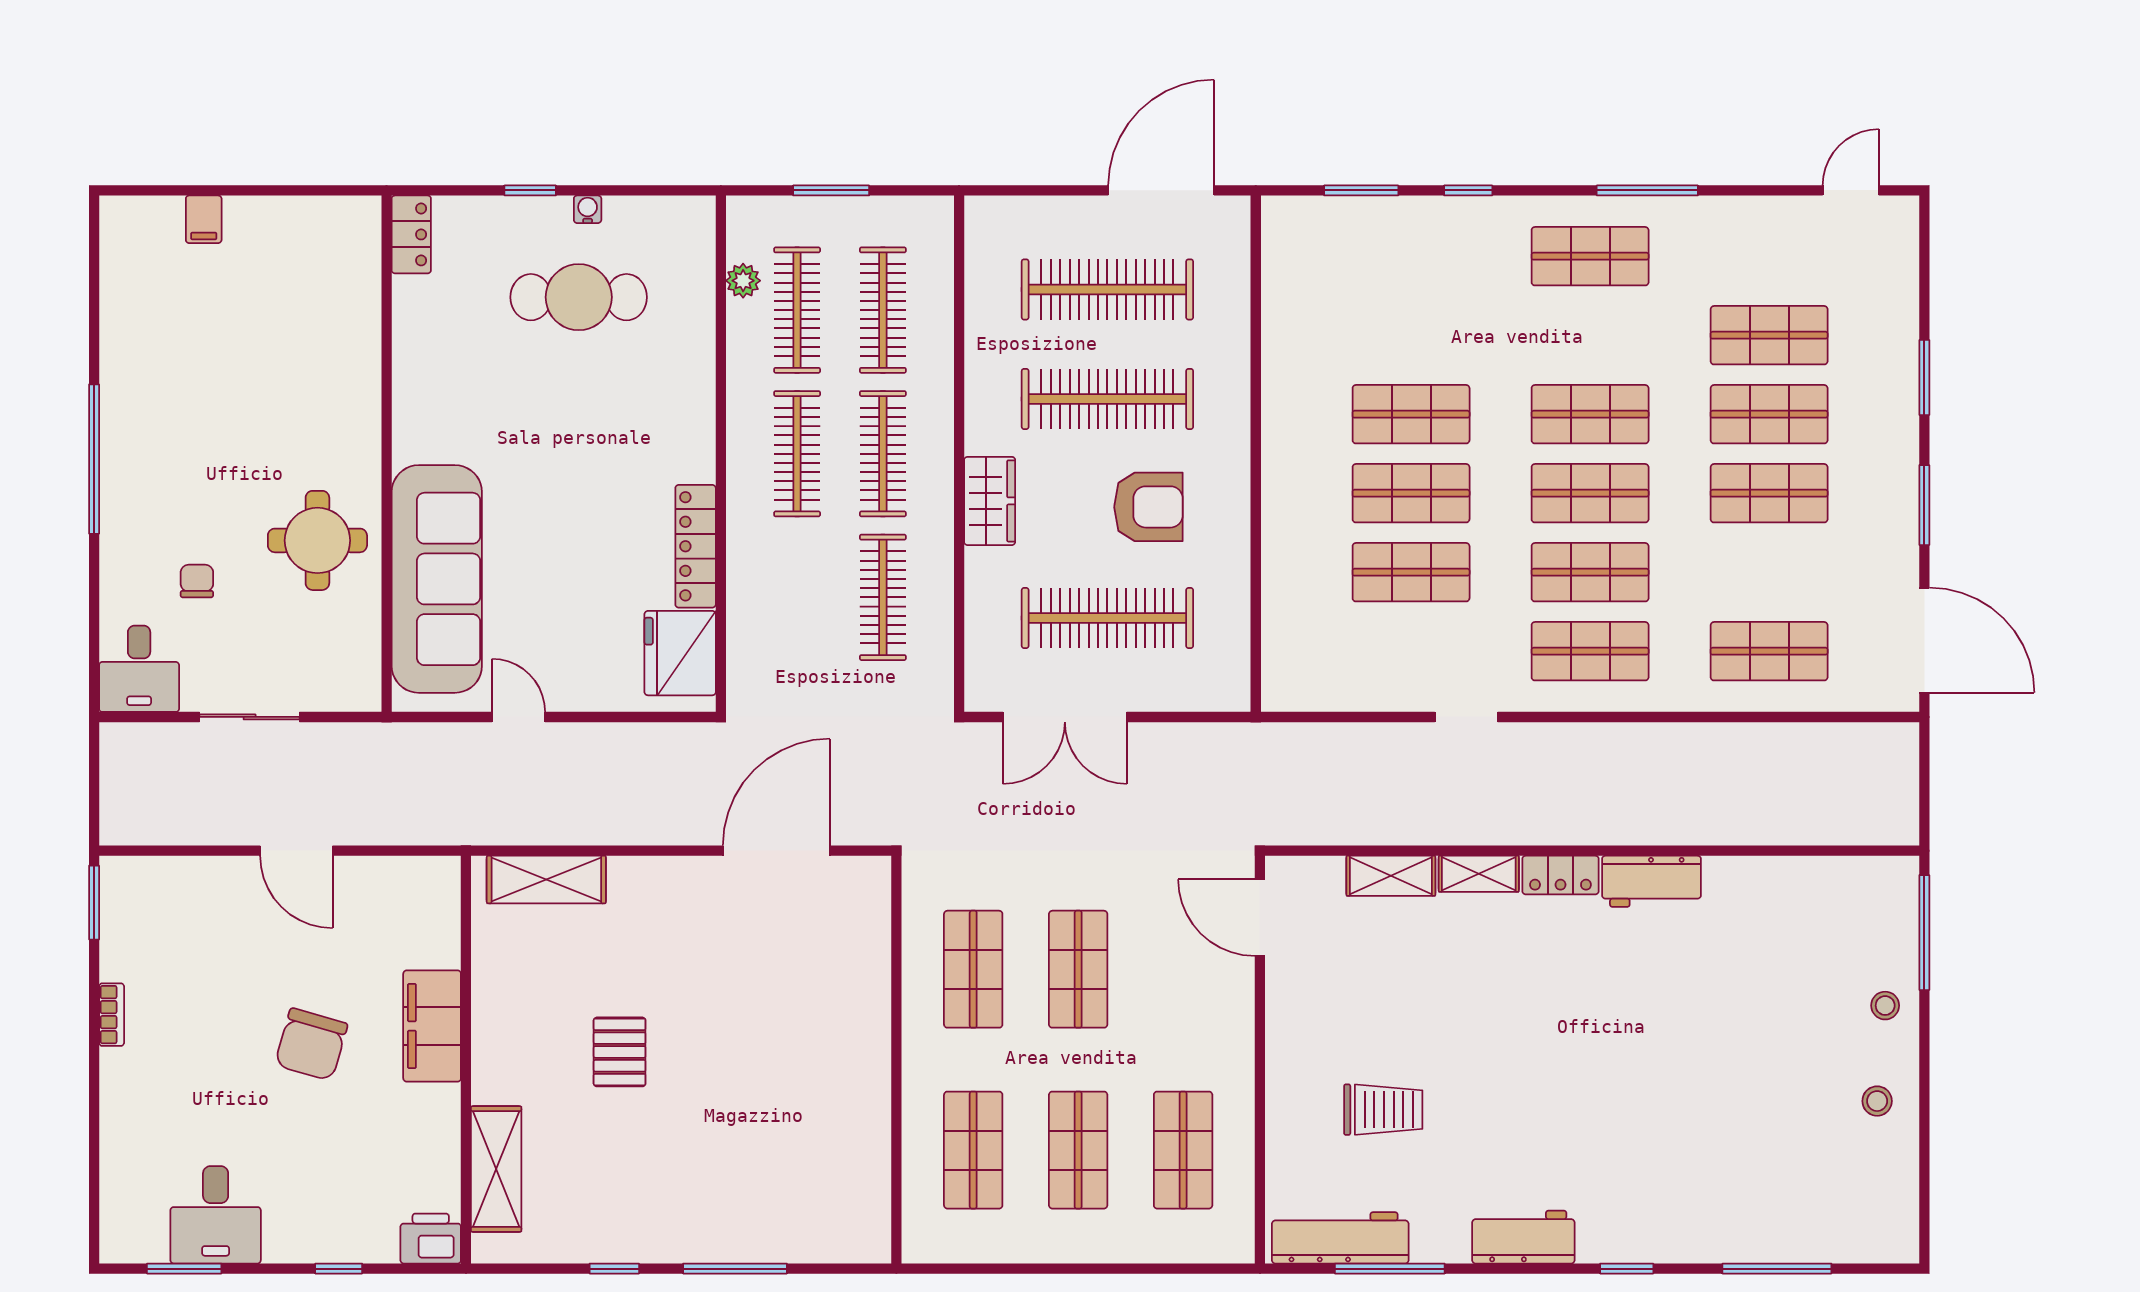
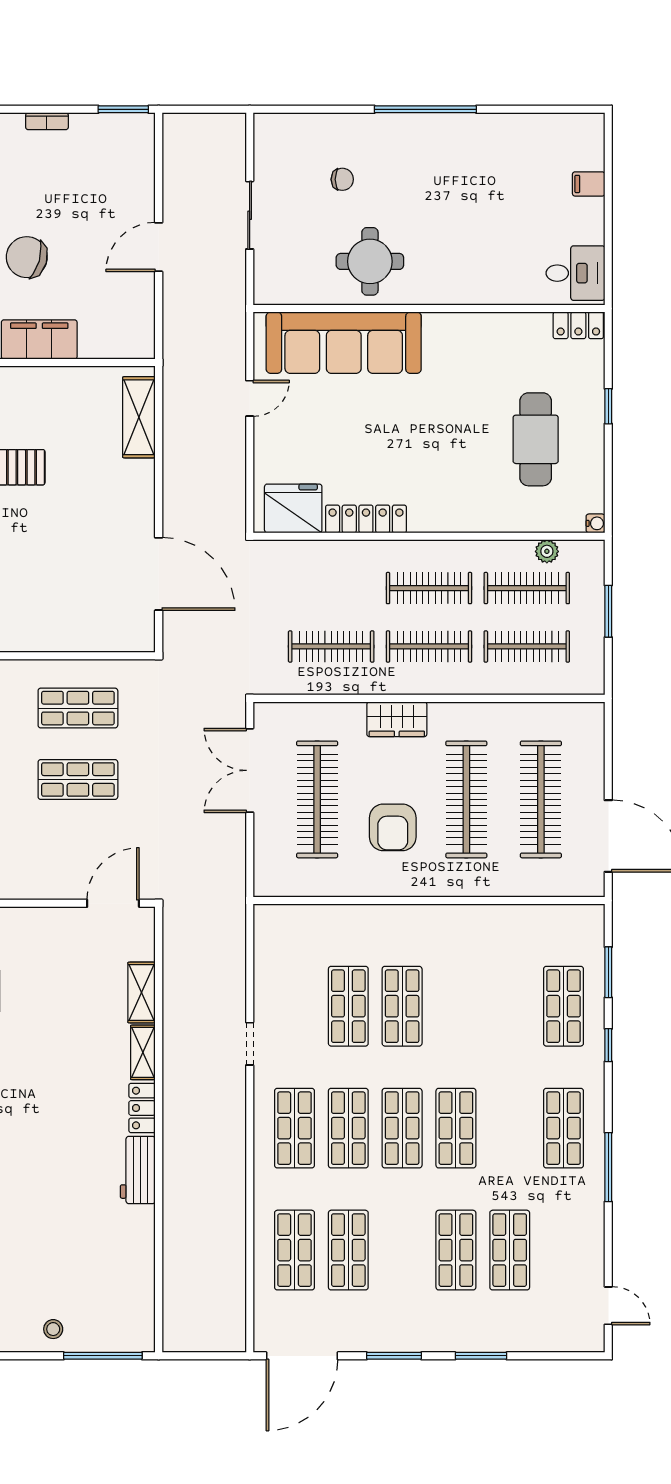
water cooler: (588, 209) -> (595, 523), moved
shop shelf: (1411, 414) -> (563, 1006), moved
shop shelf: (1769, 493) -> (348, 1250), moved
desk: (139, 669) -> (575, 273), moved, turned 180

